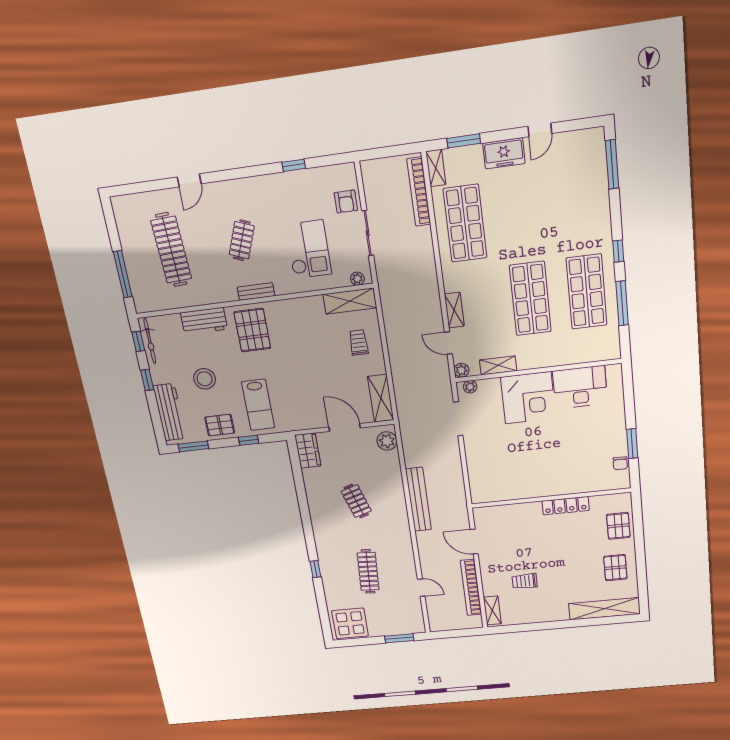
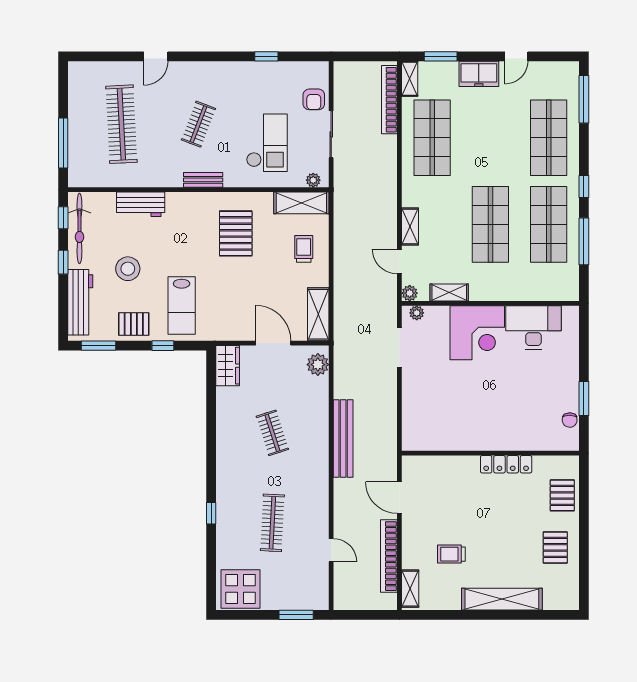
shop shelf: (580, 208) -> (549, 138), added
pallet: (252, 330) -> (236, 233), moved
bicycle: (150, 341) -> (79, 228), width x1.37, depth x1.40
shelving: (604, 609) -> (502, 599), moved

